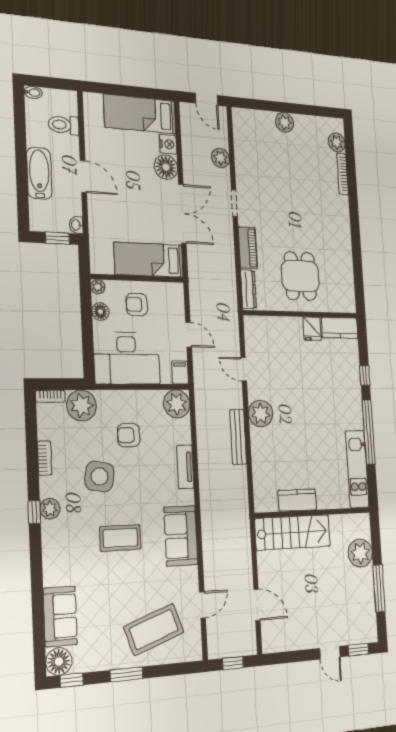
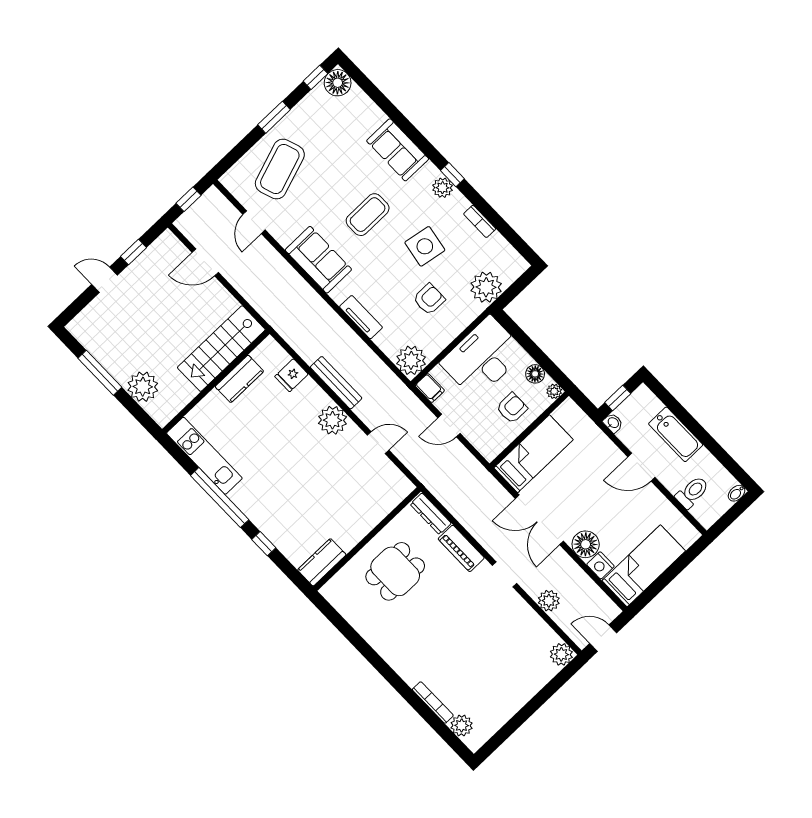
plant: (285, 122) -> (561, 654), moved
dining table: (300, 276) -> (395, 571), turned 90
fridge: (312, 329) -> (291, 375), moved, turned -90
bookcase: (50, 396) -> (516, 272), removed
sofa: (60, 616) -> (398, 150), moved
window: (358, 650) -> (133, 252), moved

